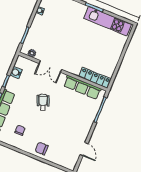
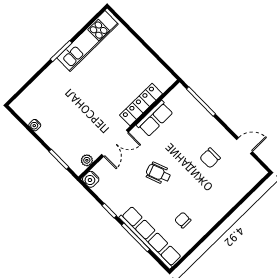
water cooler: (16, 72) -> (91, 179), moved
locker: (95, 78) -> (141, 105), moved
row of seats: (82, 87) -> (155, 119), width x0.68
chair: (42, 148) -> (210, 158), moved

